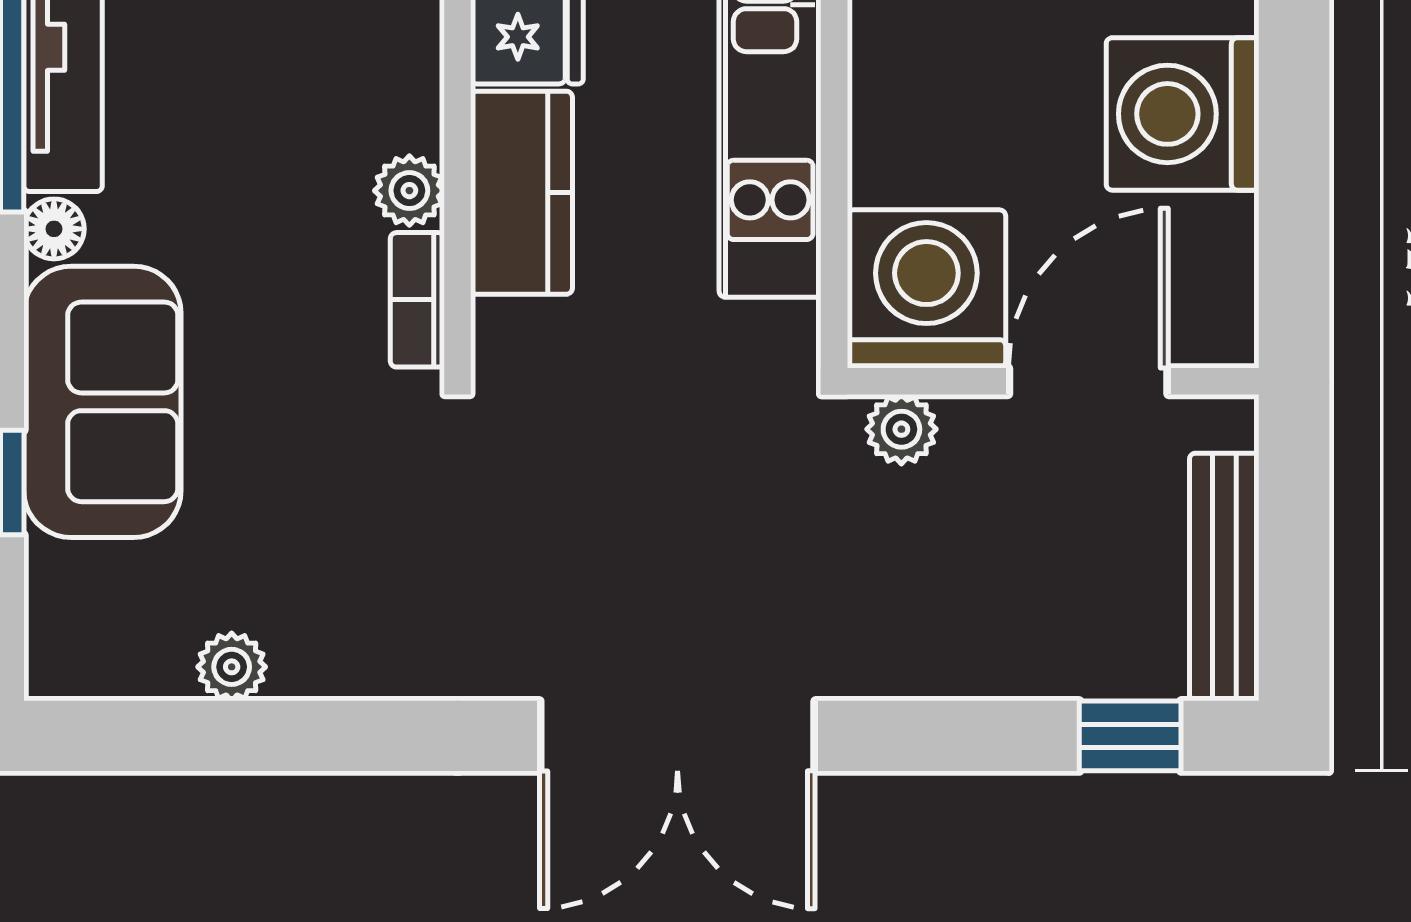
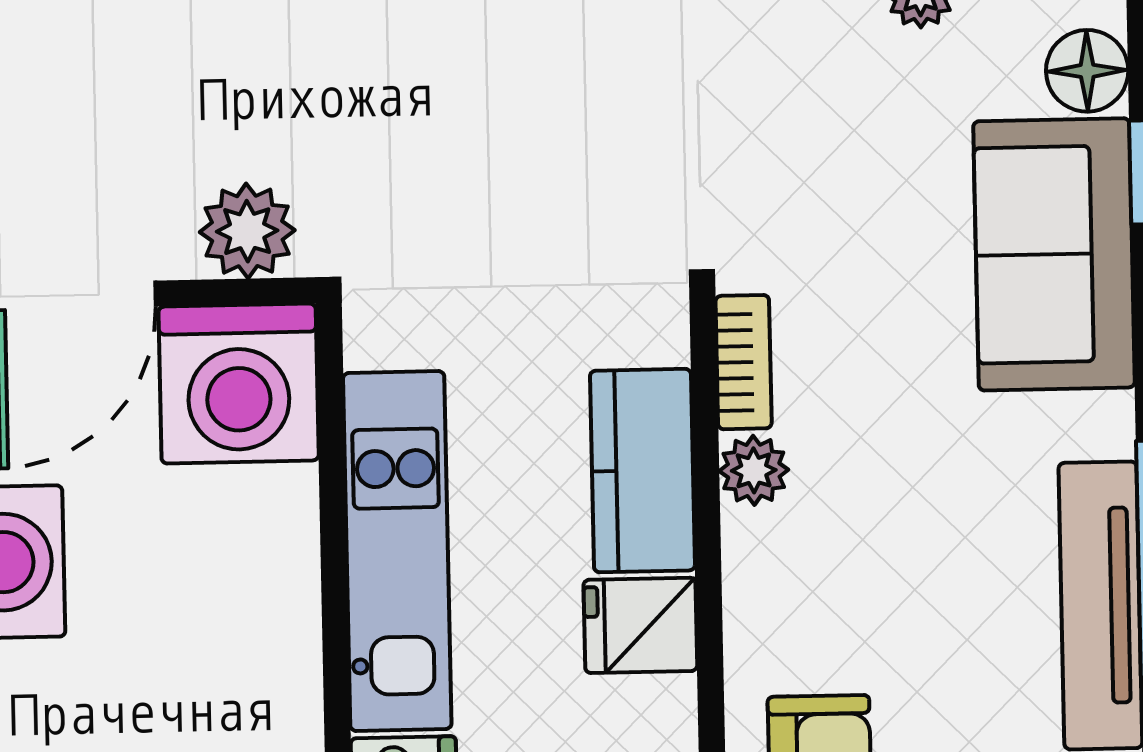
floor lamp: (54, 229) -> (1087, 71), moved, width x1.37, depth x1.37
plant: (901, 429) -> (247, 231), width x1.38, depth x1.38

